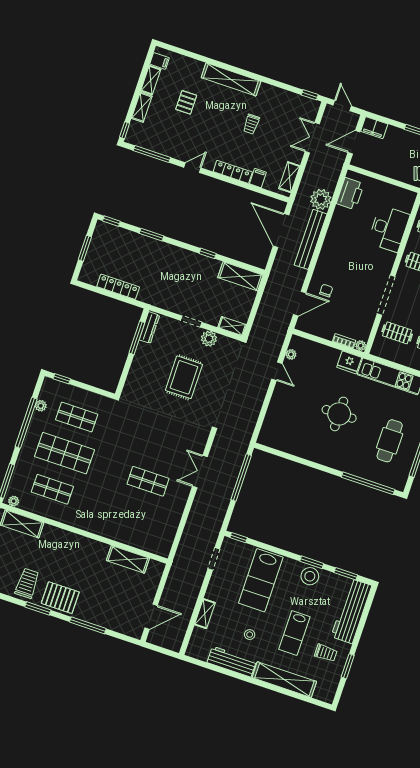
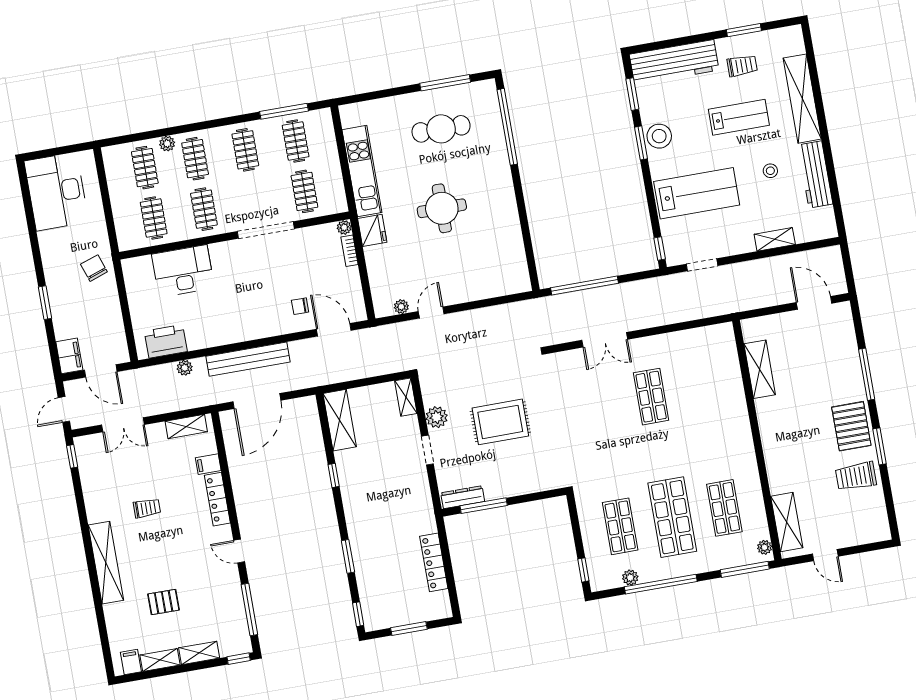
plant: (321, 199) -> (185, 368), width x0.53, depth x0.53
trolley: (326, 653) -> (742, 66), turned 90

